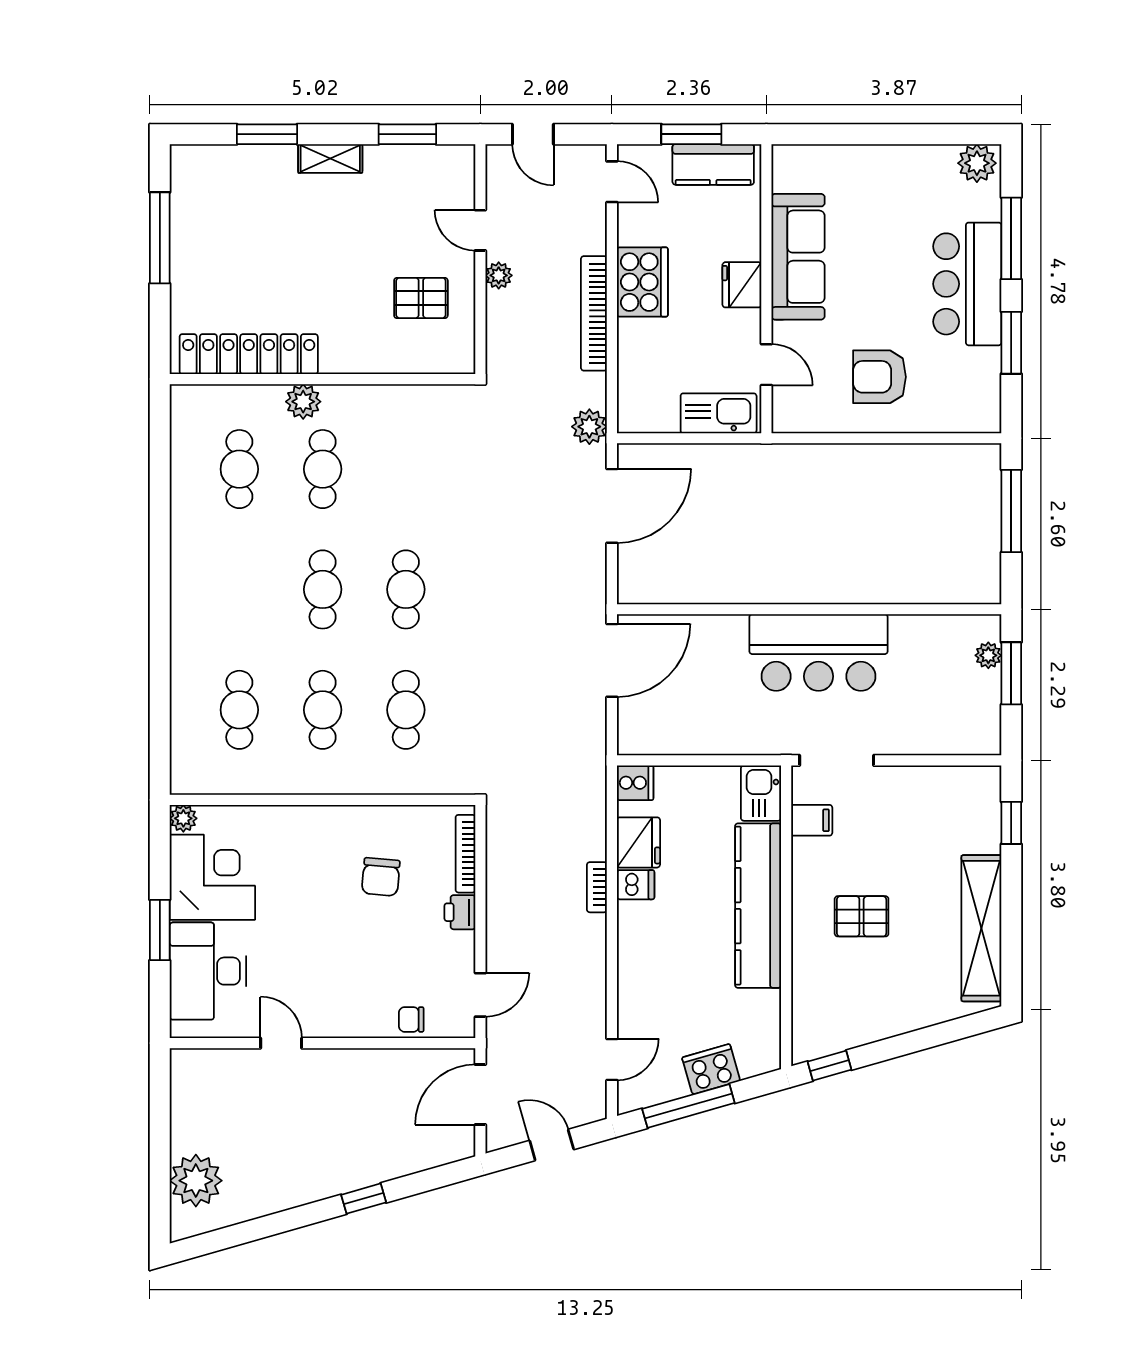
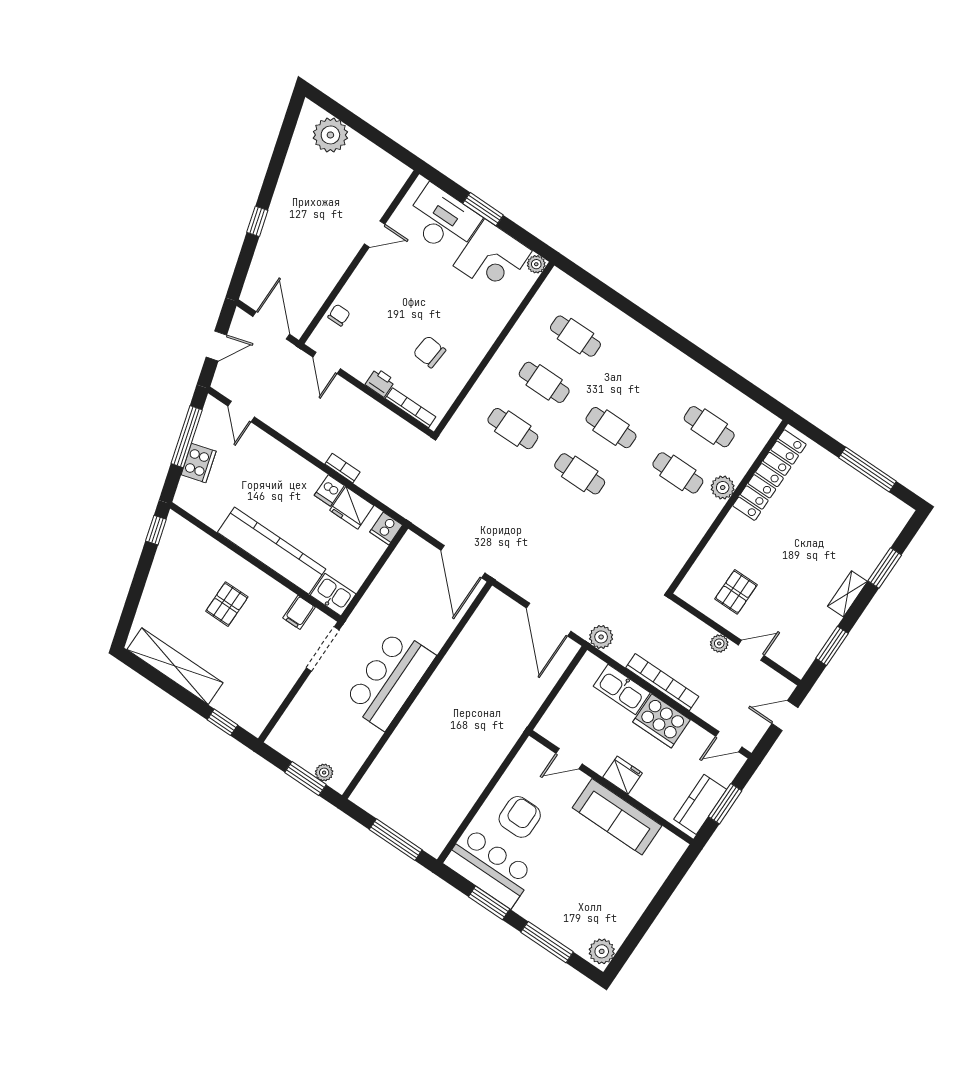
bar counter: (967, 284) -> (489, 867), moved
kitchen sink: (719, 413) -> (622, 689), moved, turned 90

